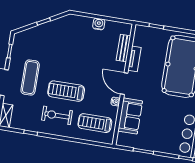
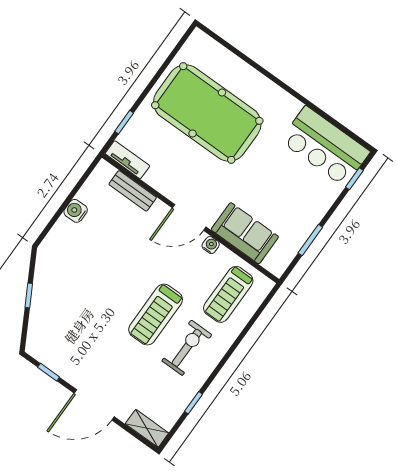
tv unit: (134, 59) -> (127, 160), moved
exercise mat: (30, 78) -> (106, 361), removed
exercise bike: (57, 115) -> (187, 348), turned 180

